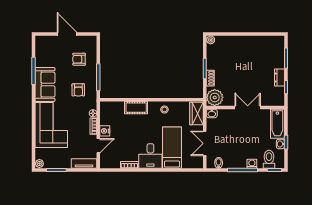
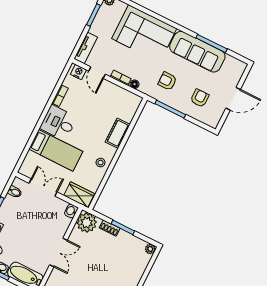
sofa: (45, 85) -> (197, 52), width x1.36
nightstand: (105, 131) -> (78, 72), moved

